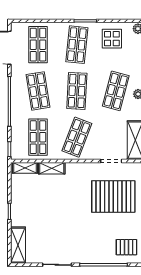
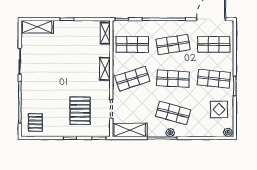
shop shelf: (77, 137) -> (132, 79), turned -39
shelving: (52, 168) -> (105, 69), moved
pallet: (113, 197) -> (80, 111), width x0.73, depth x0.71

